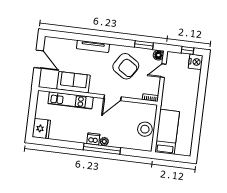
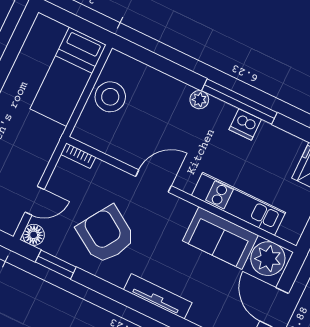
plant: (49, 80) -> (268, 259), added
dishwasher: (93, 139) -> (245, 124), moved
window: (102, 149) -> (239, 102), moved

